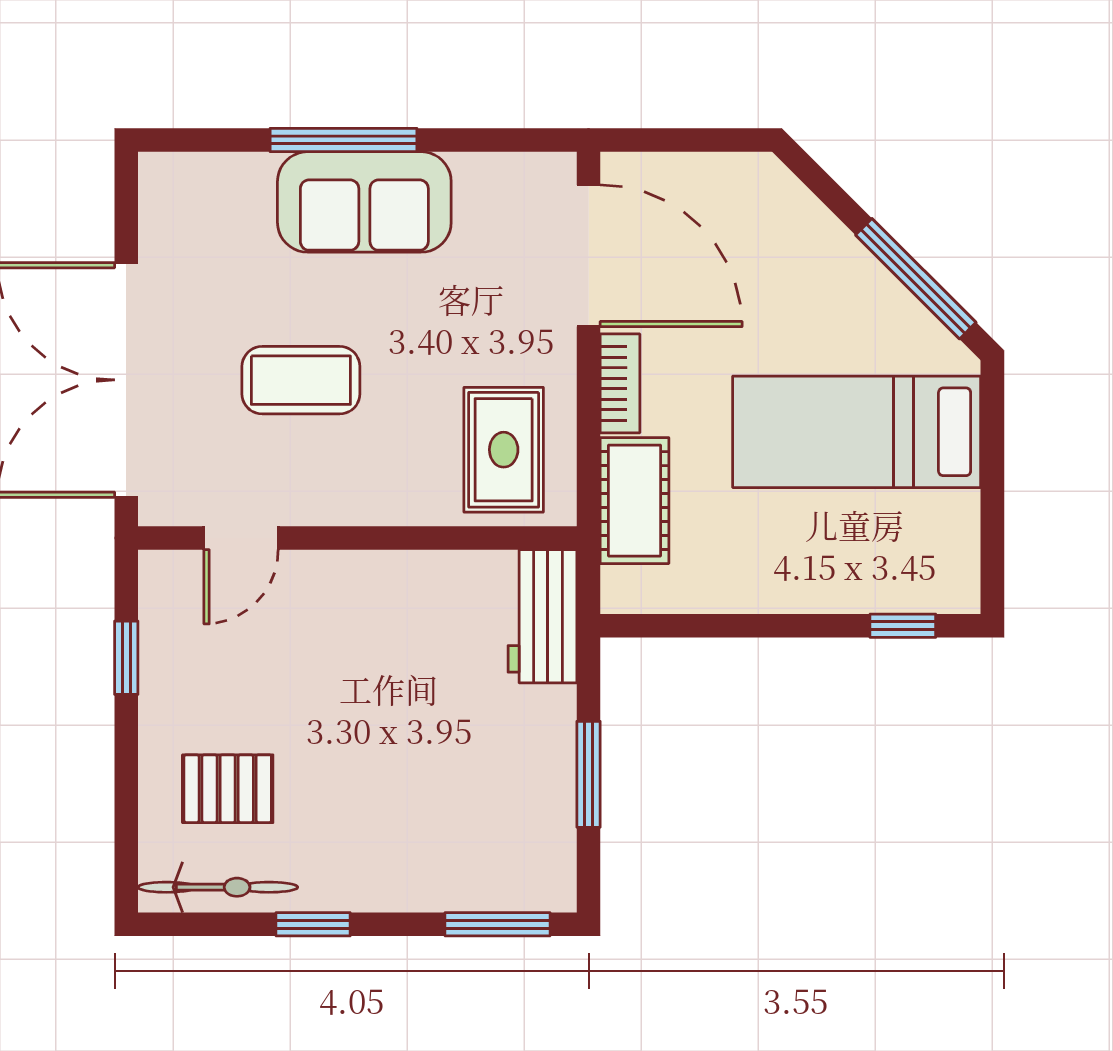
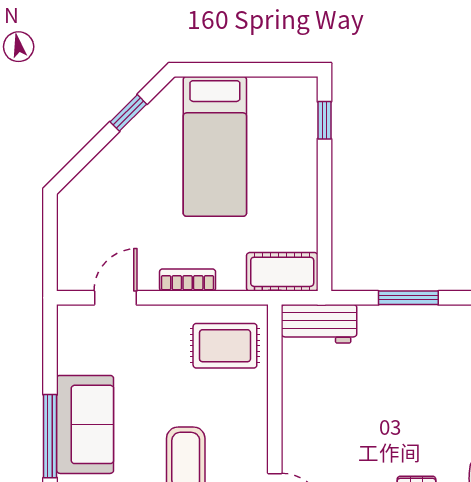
door: (589, 256) -> (115, 298), width x0.53
window: (916, 279) -> (128, 113), width x0.46
cot: (635, 501) -> (282, 272), moved

